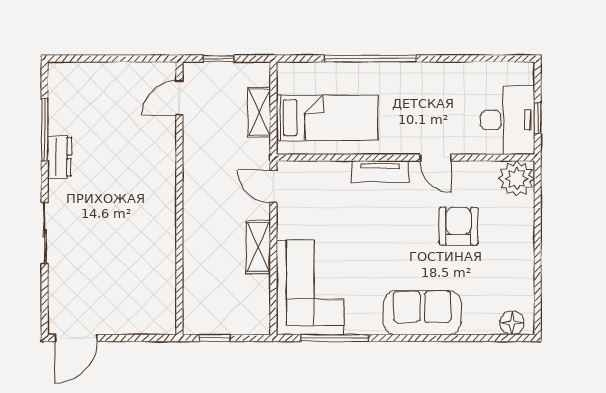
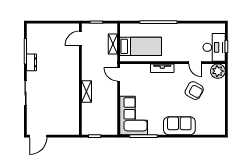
door: (435, 158) -> (195, 63), moved
armchair: (459, 226) -> (194, 91), turned 119
shelving: (258, 247) -> (87, 92), moved
floor lamp: (512, 323) -> (216, 130), removed

